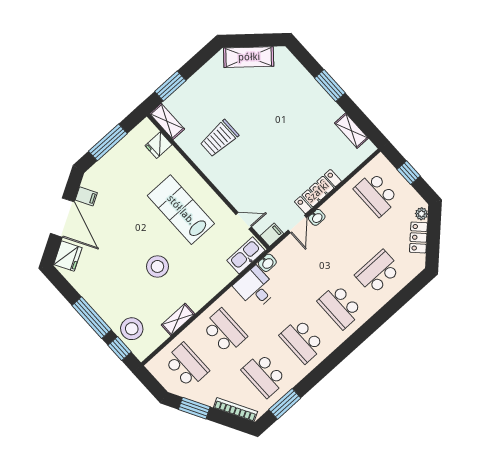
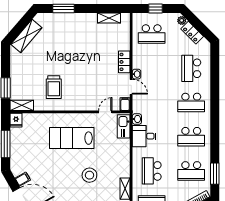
window: (330, 85) -> (63, 8), moved
fridge: (159, 145) -> (16, 120), moved
locker: (318, 192) -> (124, 62), width x0.66
school desk: (224, 331) -> (152, 171), turned -90

